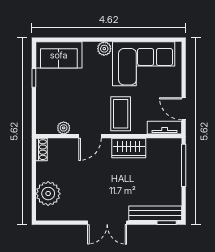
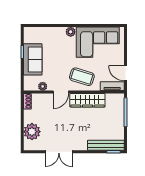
sofa: (59, 55) -> (33, 59), moved, turned -90
coffee table: (121, 114) -> (82, 77), turned -73
wardrobe: (129, 148) -> (87, 100), width x1.50
double door: (107, 223) -> (59, 152), moved

